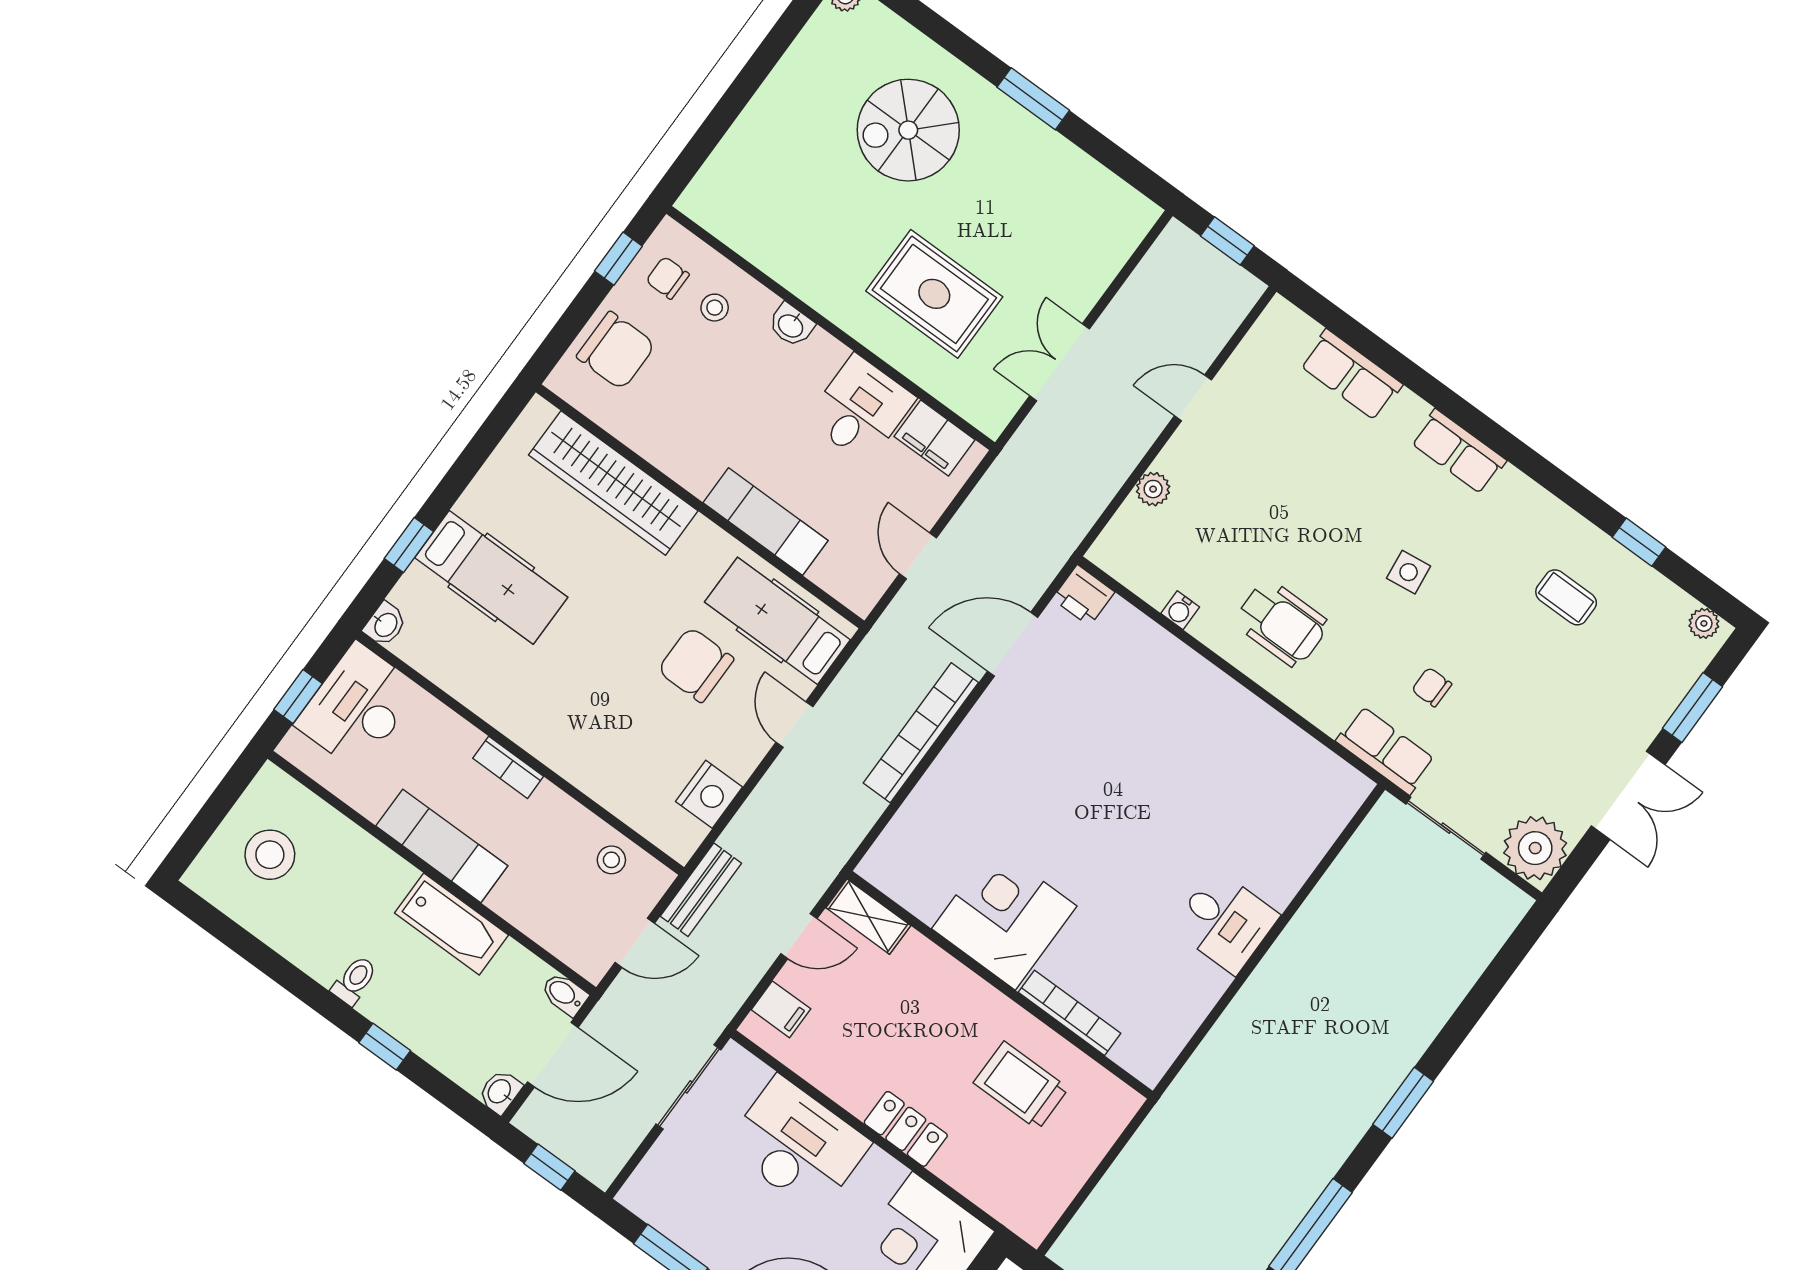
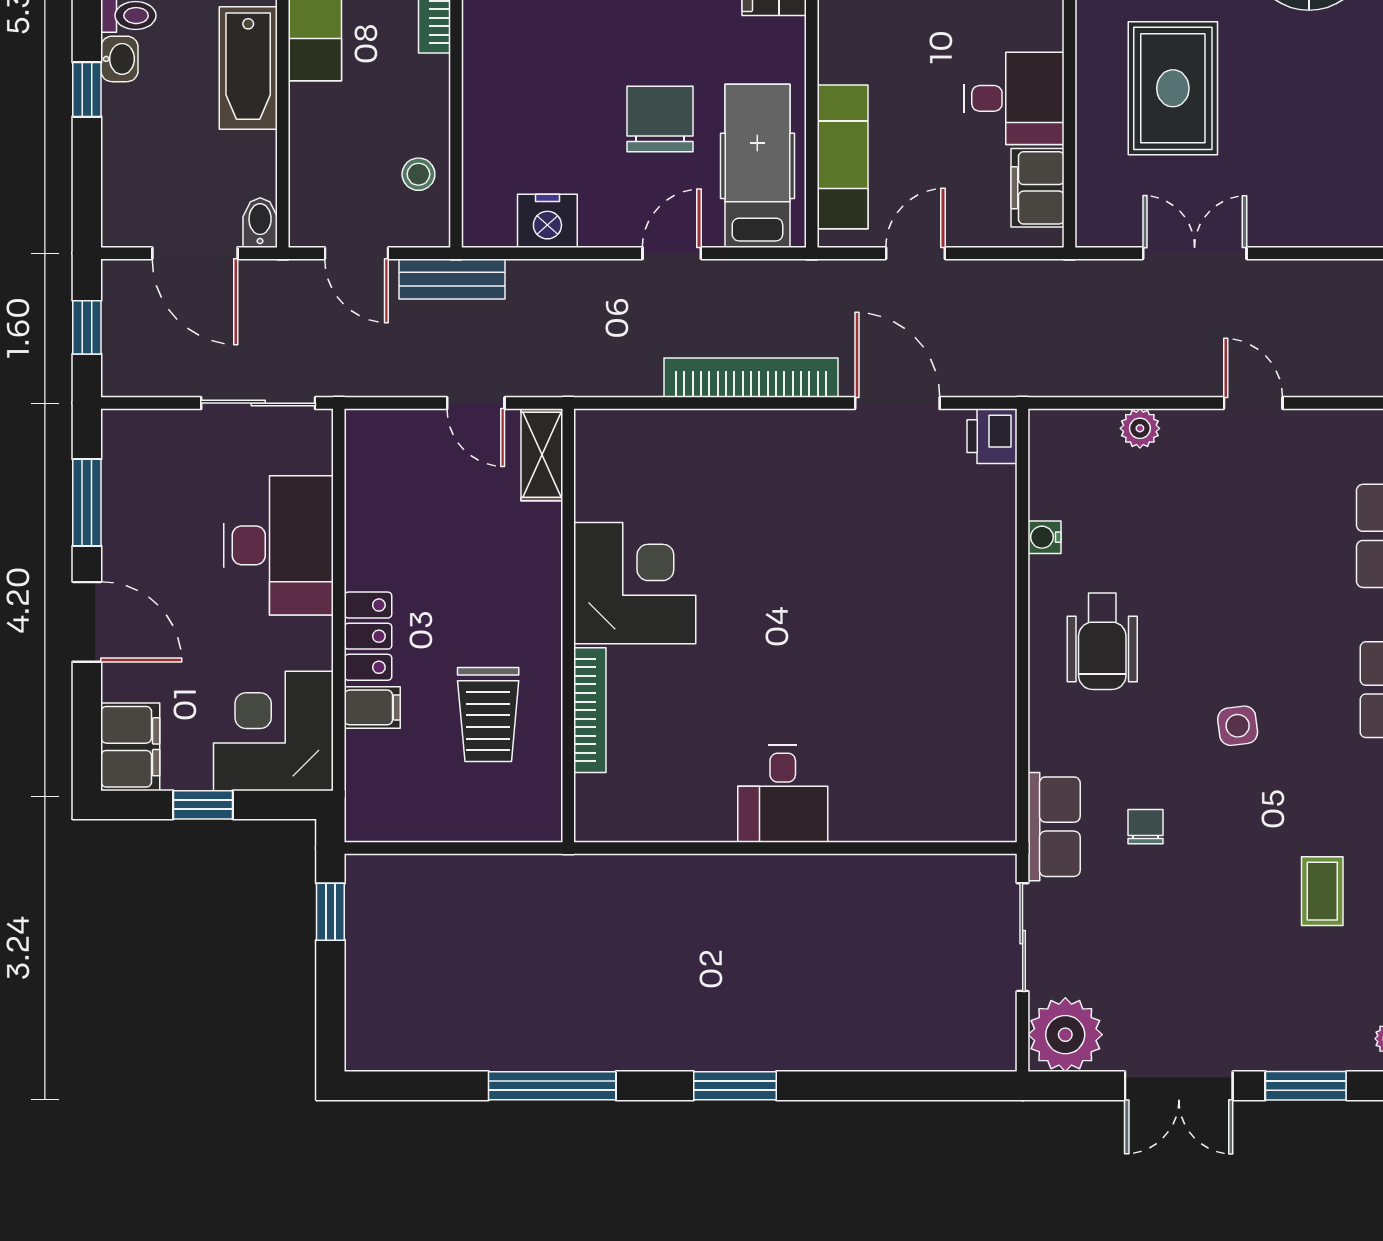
exam couch: (766, 522) -> (843, 157), moved
filing cabinet: (781, 1009) -> (372, 707), moved, turned -90
trolley: (1021, 1086) -> (488, 715), turned 180
washbasin: (500, 1092) -> (119, 59), moved, turned 90

